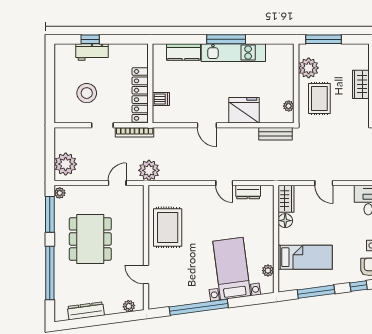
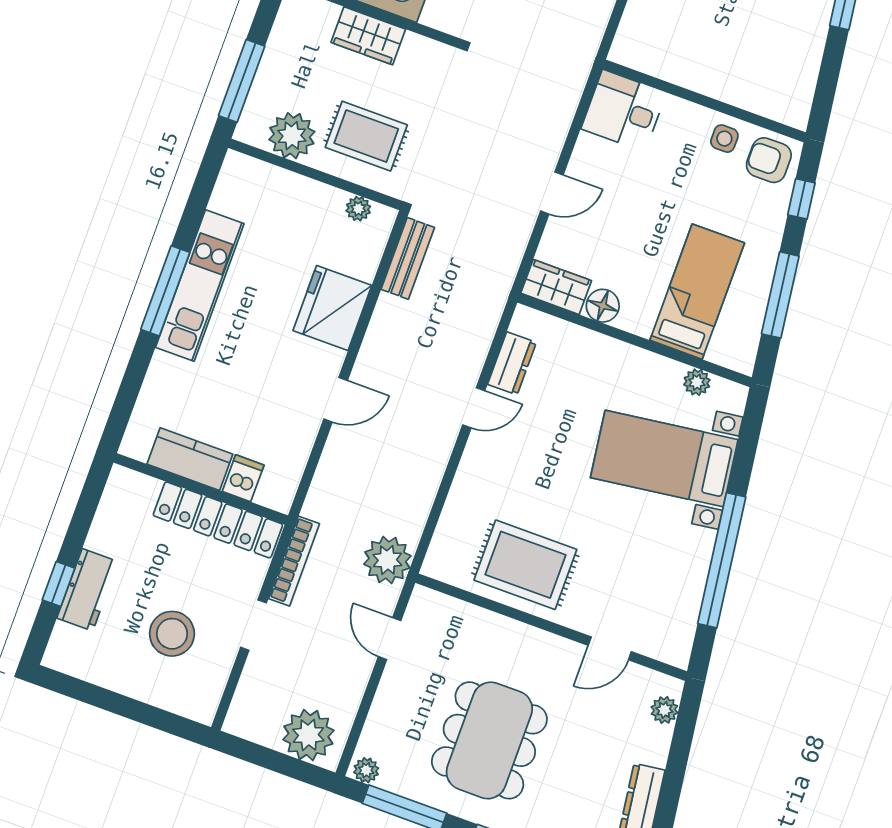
kitchen counter: (183, 52) -> (190, 459), moved, turned -90
dining table: (90, 239) -> (489, 740), turned 90

